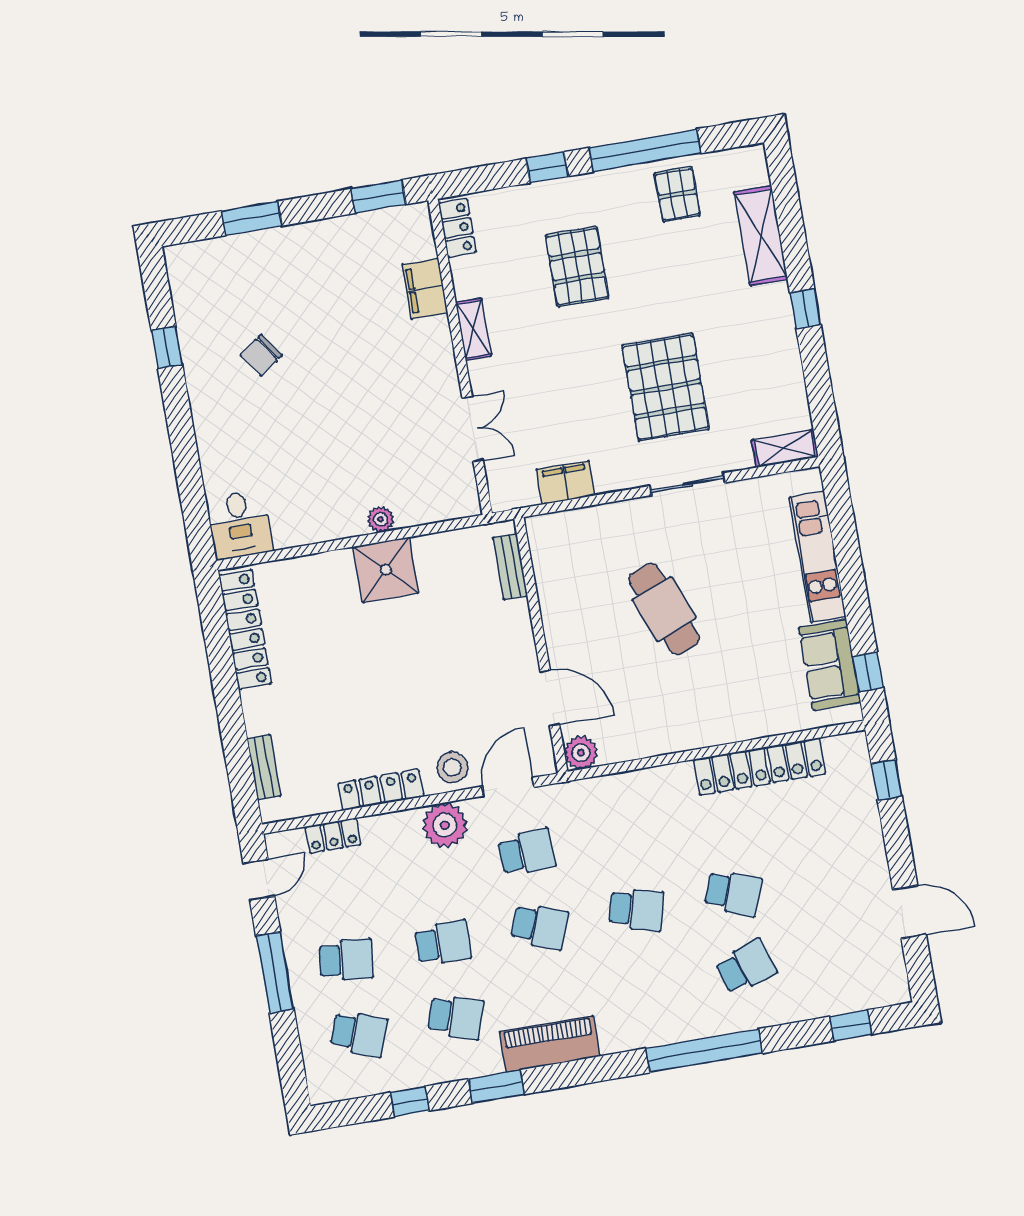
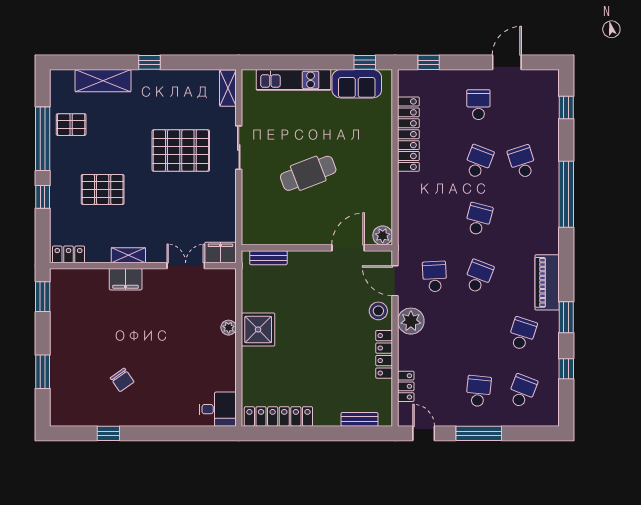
filing cabinet: (425, 289) -> (126, 279), moved
filing cabinet: (566, 482) -> (220, 253), moved, turned 90
school desk: (443, 943) -> (478, 105), moved

